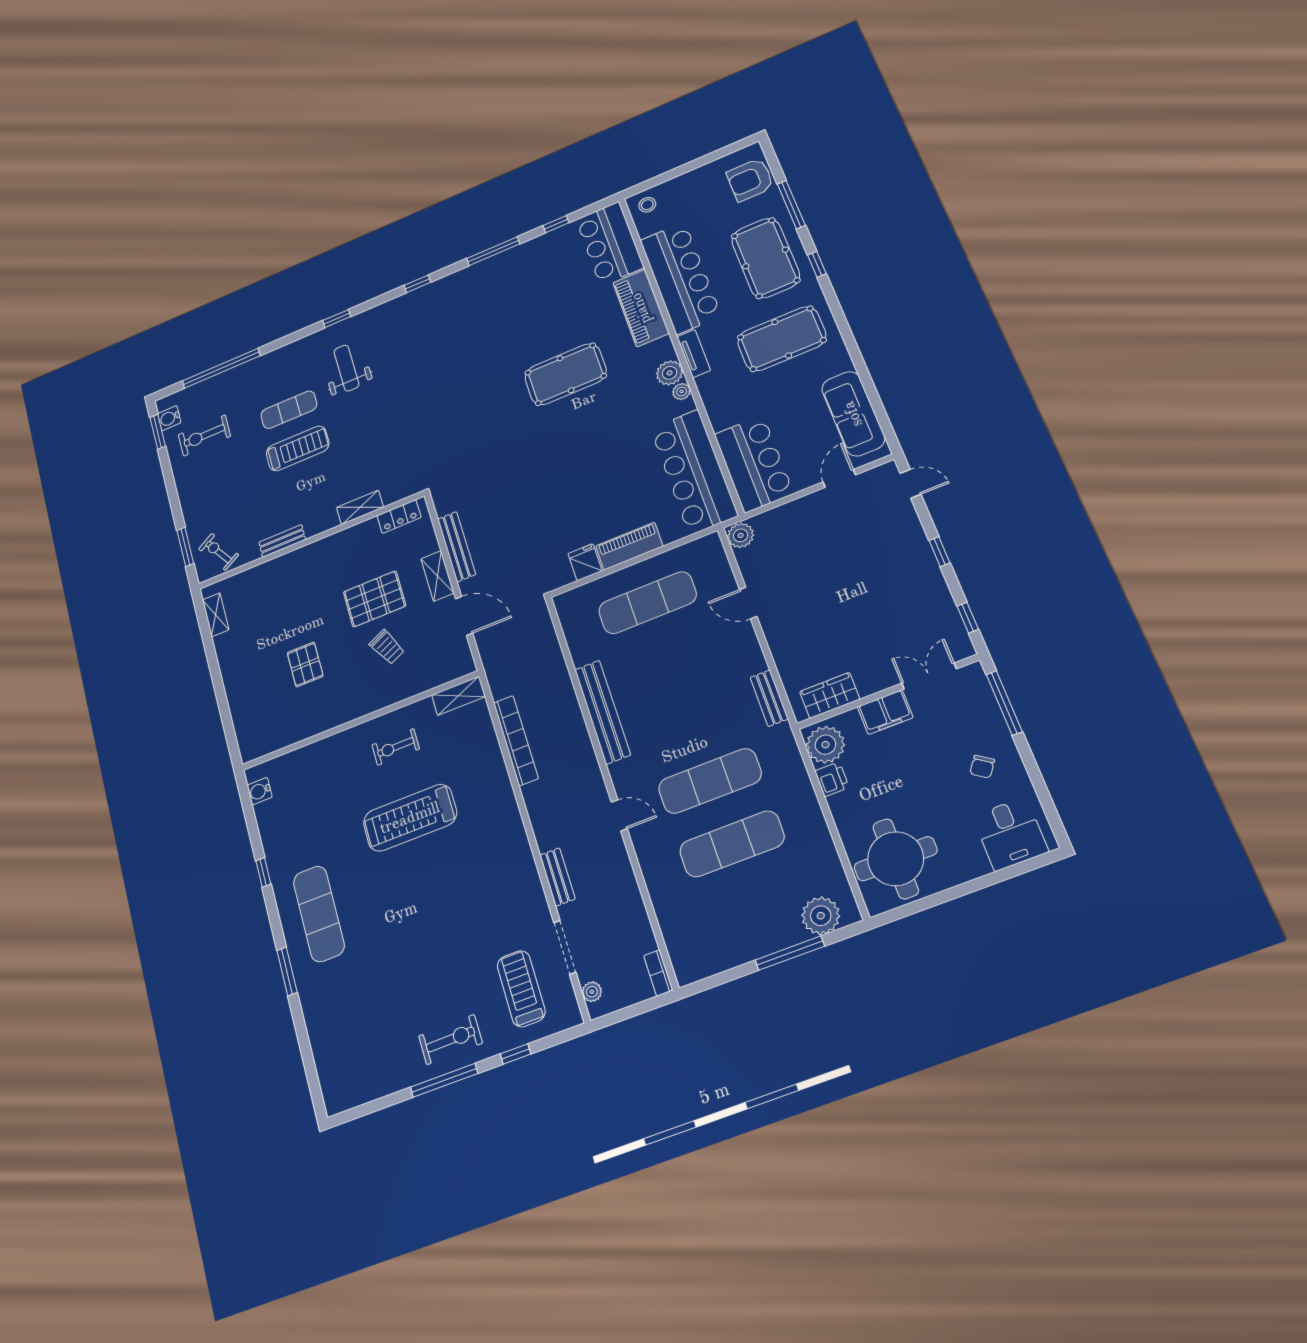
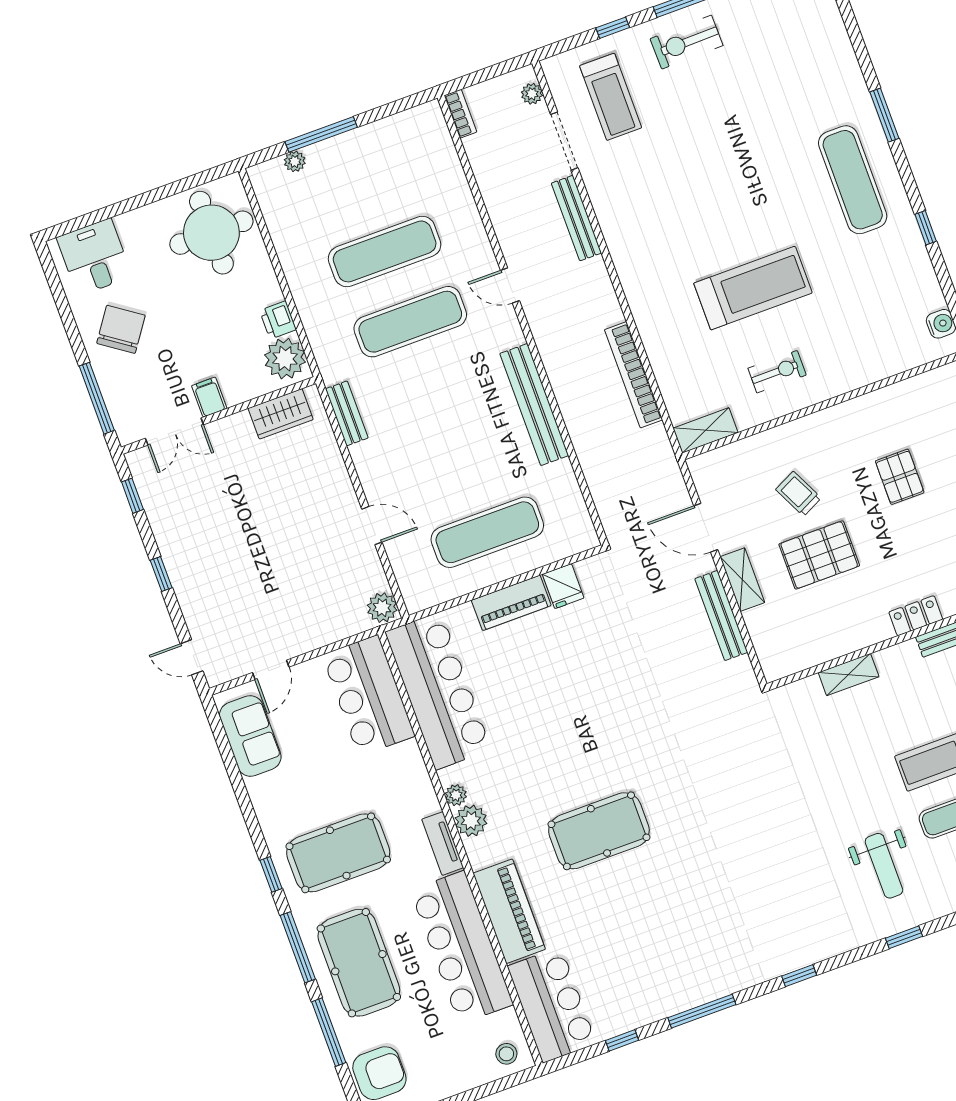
window: (817, 264) -> (298, 947), width x2.17
window: (839, 317) -> (271, 874), added
sofa: (853, 414) -> (250, 736), width x0.73
locker: (399, 517) -> (916, 616), moved
filing cabinet: (885, 712) -> (209, 397), width x0.50
chair: (982, 767) -> (121, 329), width x1.87, depth x1.87
bench: (557, 877) -> (576, 218), width x1.36
plant: (821, 916) -> (295, 161), width x0.53, depth x0.53

